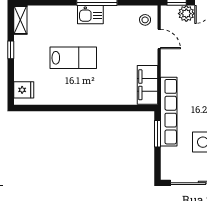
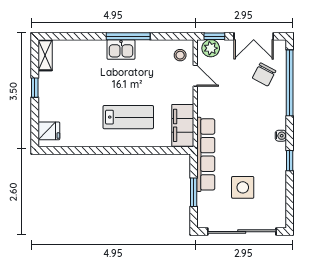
plant: (186, 14) -> (211, 48), moved
lab bench: (73, 58) -> (128, 117), moved
window: (158, 134) -> (194, 192), moved

